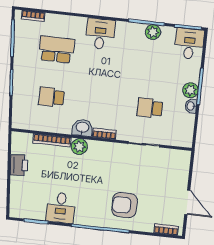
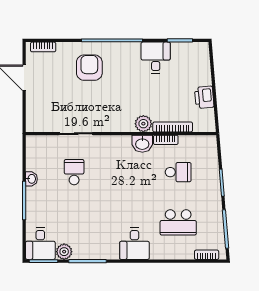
plant: (153, 32) -> (64, 252), moved
plant: (191, 90) -> (34, 195), removed
school desk: (150, 108) -> (74, 172), turned -90
bookcase: (104, 134) -> (166, 140), moved
armchair: (125, 205) -> (89, 68), turned -90

